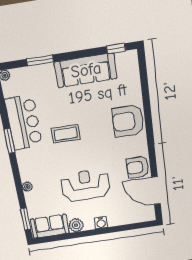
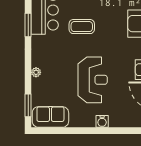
reception desk: (86, 185) -> (93, 80), turned 90
plant: (76, 225) -> (77, 120), removed

